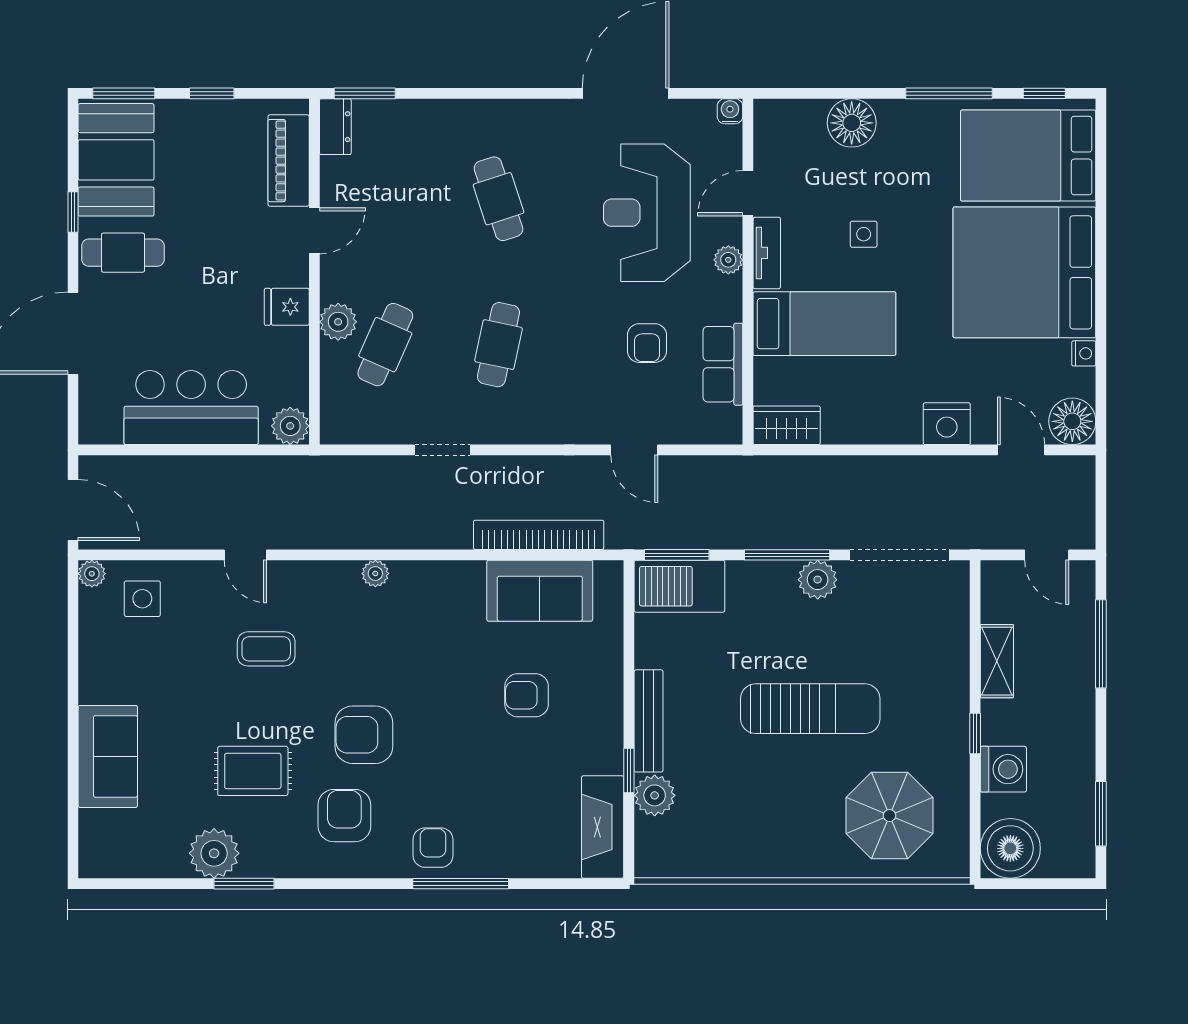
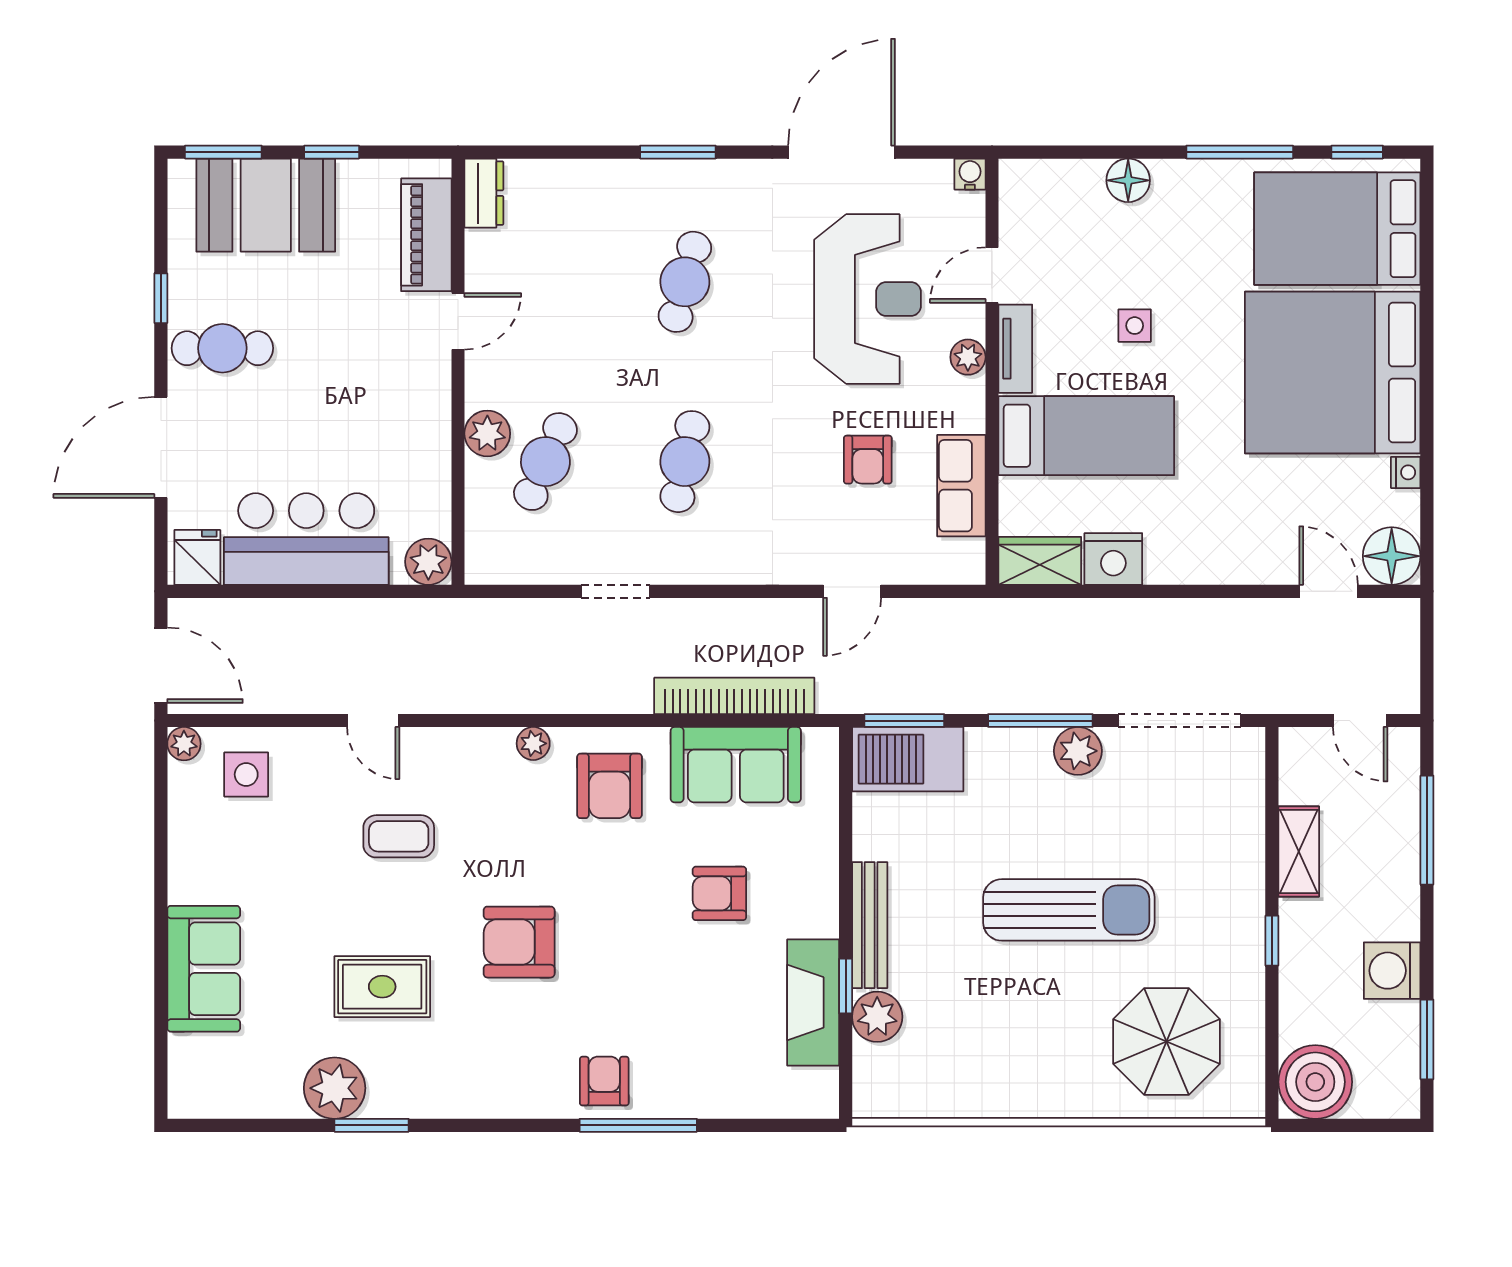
window: (365, 93) -> (678, 152), moved
floor lamp: (852, 123) -> (1128, 180), width x0.73, depth x0.73
booth: (116, 160) -> (266, 205), moved, turned 90
cafe table: (498, 199) -> (685, 282), turned 33
reception desk: (647, 213) -> (868, 299), turned 180
fridge: (287, 307) -> (197, 557), moved, turned 90
nightstand: (947, 424) -> (1113, 559), moved
door: (634, 450) -> (852, 591), hinge flipped
washing machine: (1003, 769) -> (1392, 971), moved, turned 180
armchair: (344, 816) -> (610, 786), moved, turned 180
fireplace: (603, 827) -> (813, 1002), moved

